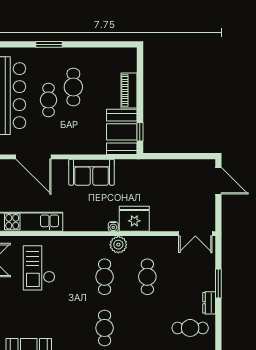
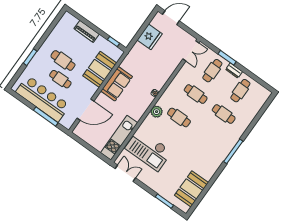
booth: (122, 132) -> (100, 69), moved, turned 90
fridge: (134, 219) -> (150, 37), moved, turned 180
plant: (118, 245) -> (157, 112), moved
checkout: (39, 268) -> (149, 150), width x1.36, depth x1.21
cafe table: (190, 277) -> (212, 71), added
cafe table: (105, 328) -> (224, 114), moved

